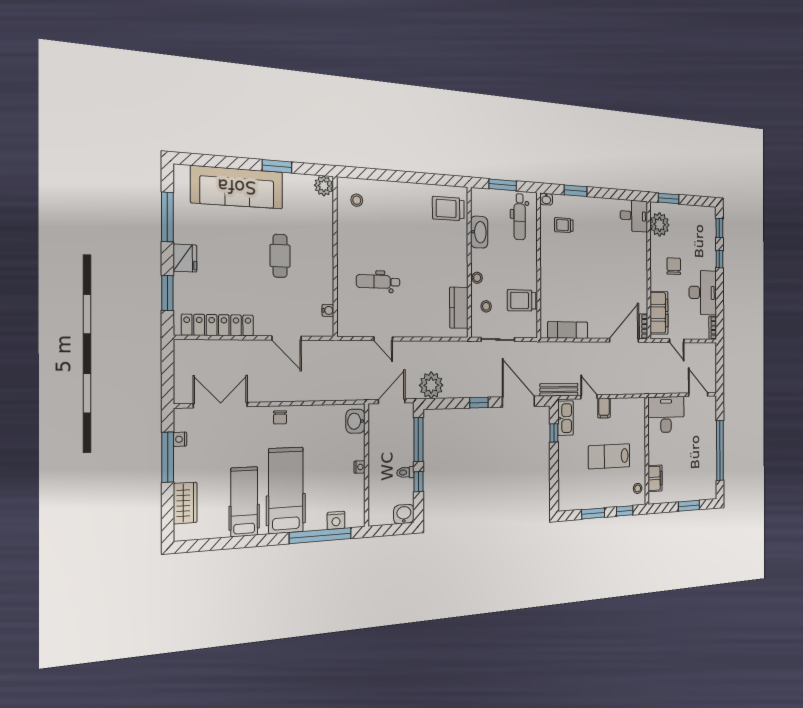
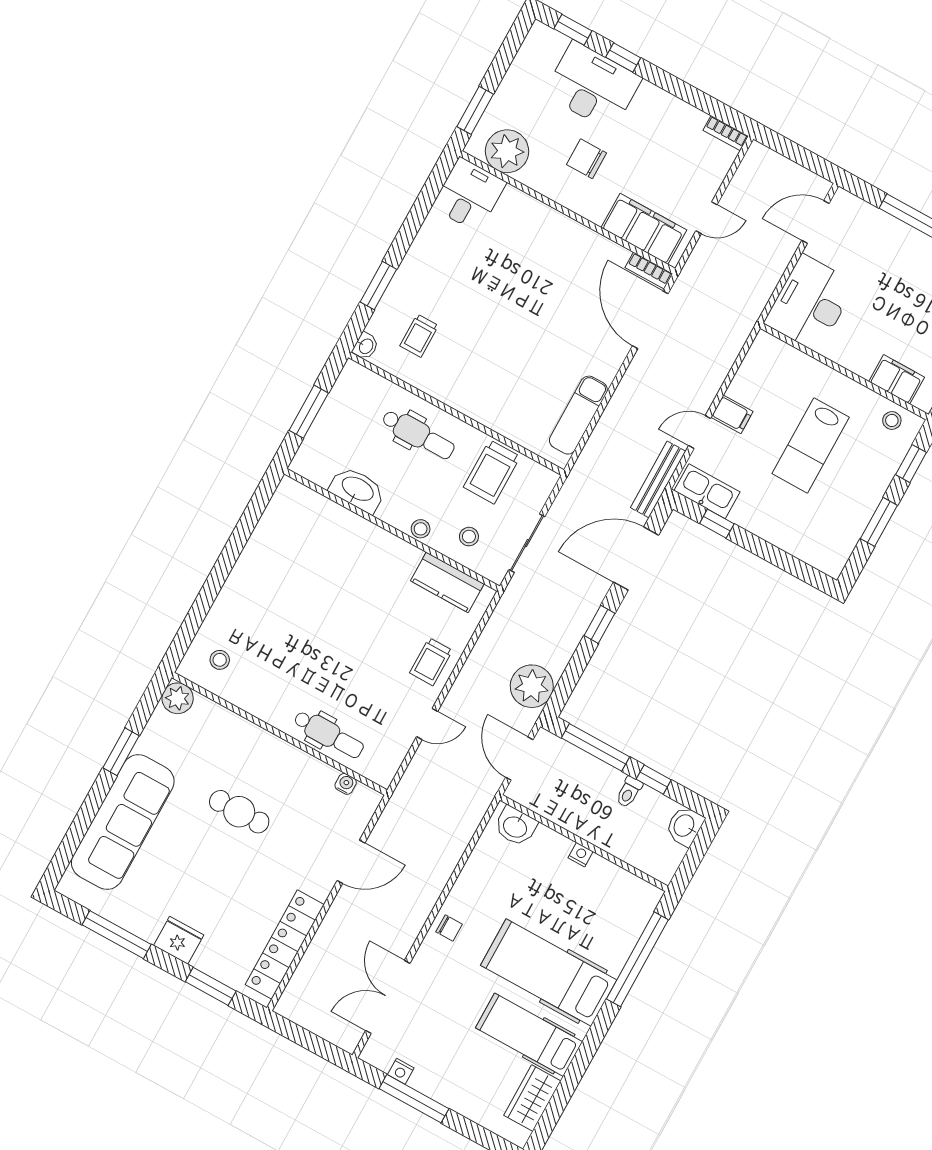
trolley: (448, 209) -> (431, 662), moved, width x0.73, depth x0.72
dental chair: (520, 217) -> (418, 434), moved
dental chair: (378, 282) -> (329, 734), moved, turned -90
desk: (703, 293) -> (593, 86), moved
wardrobe: (185, 503) -> (532, 1098), moved, turned -90
nightstand: (336, 520) -> (631, 927), removed

